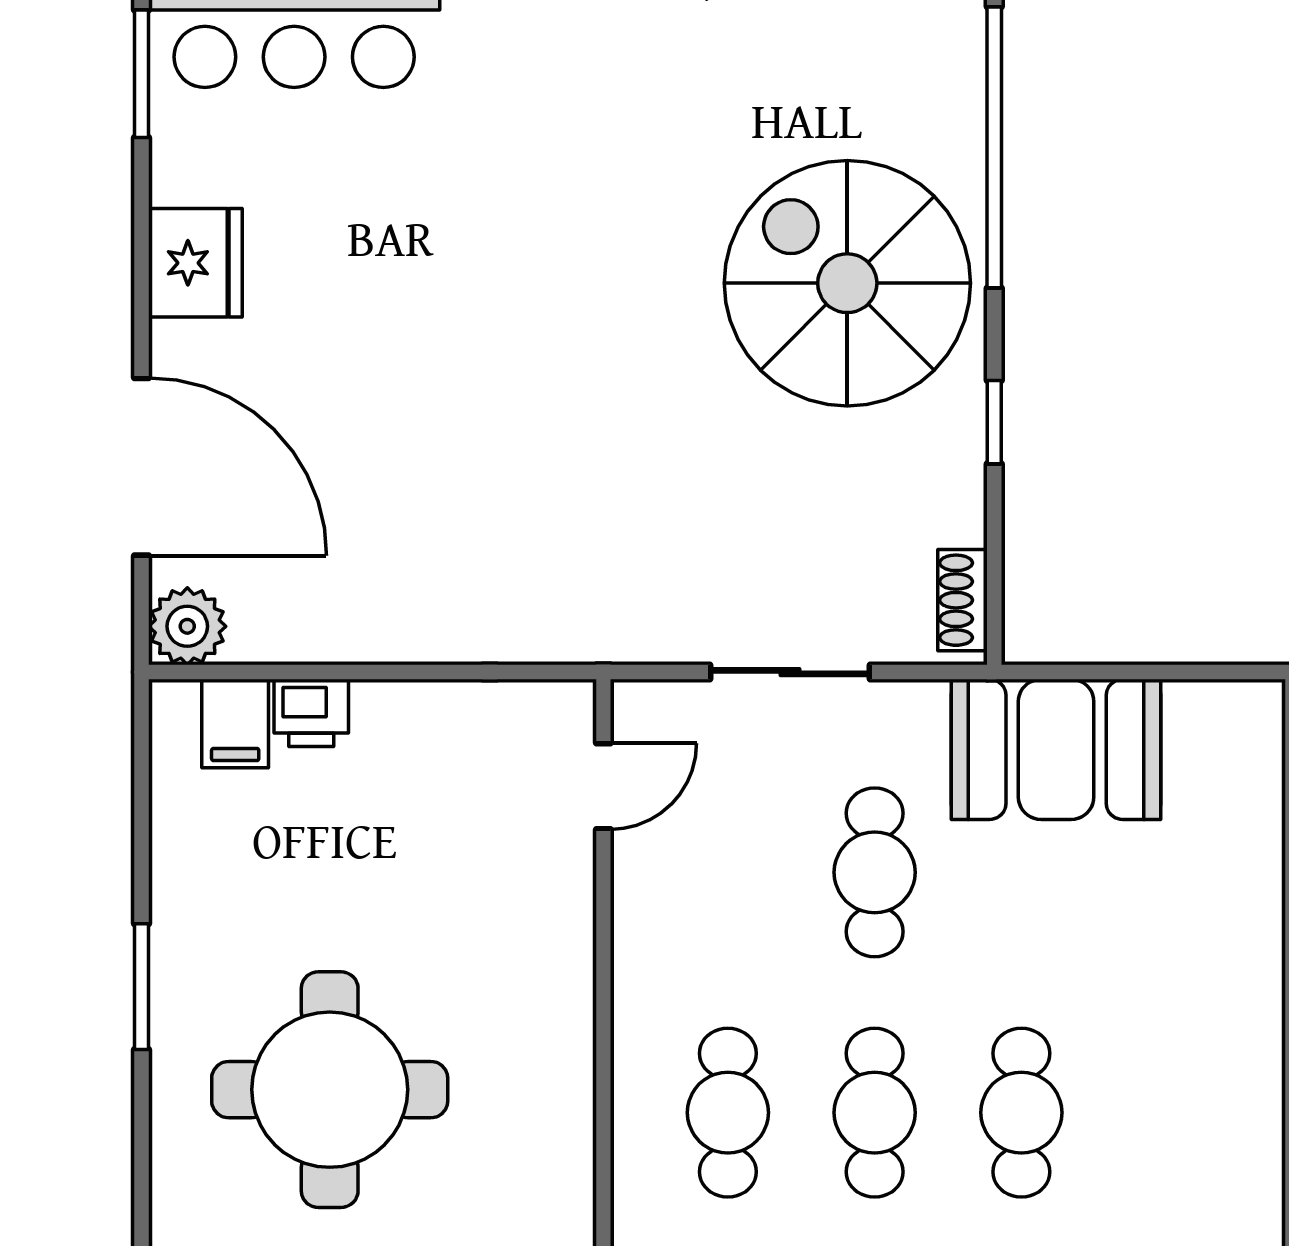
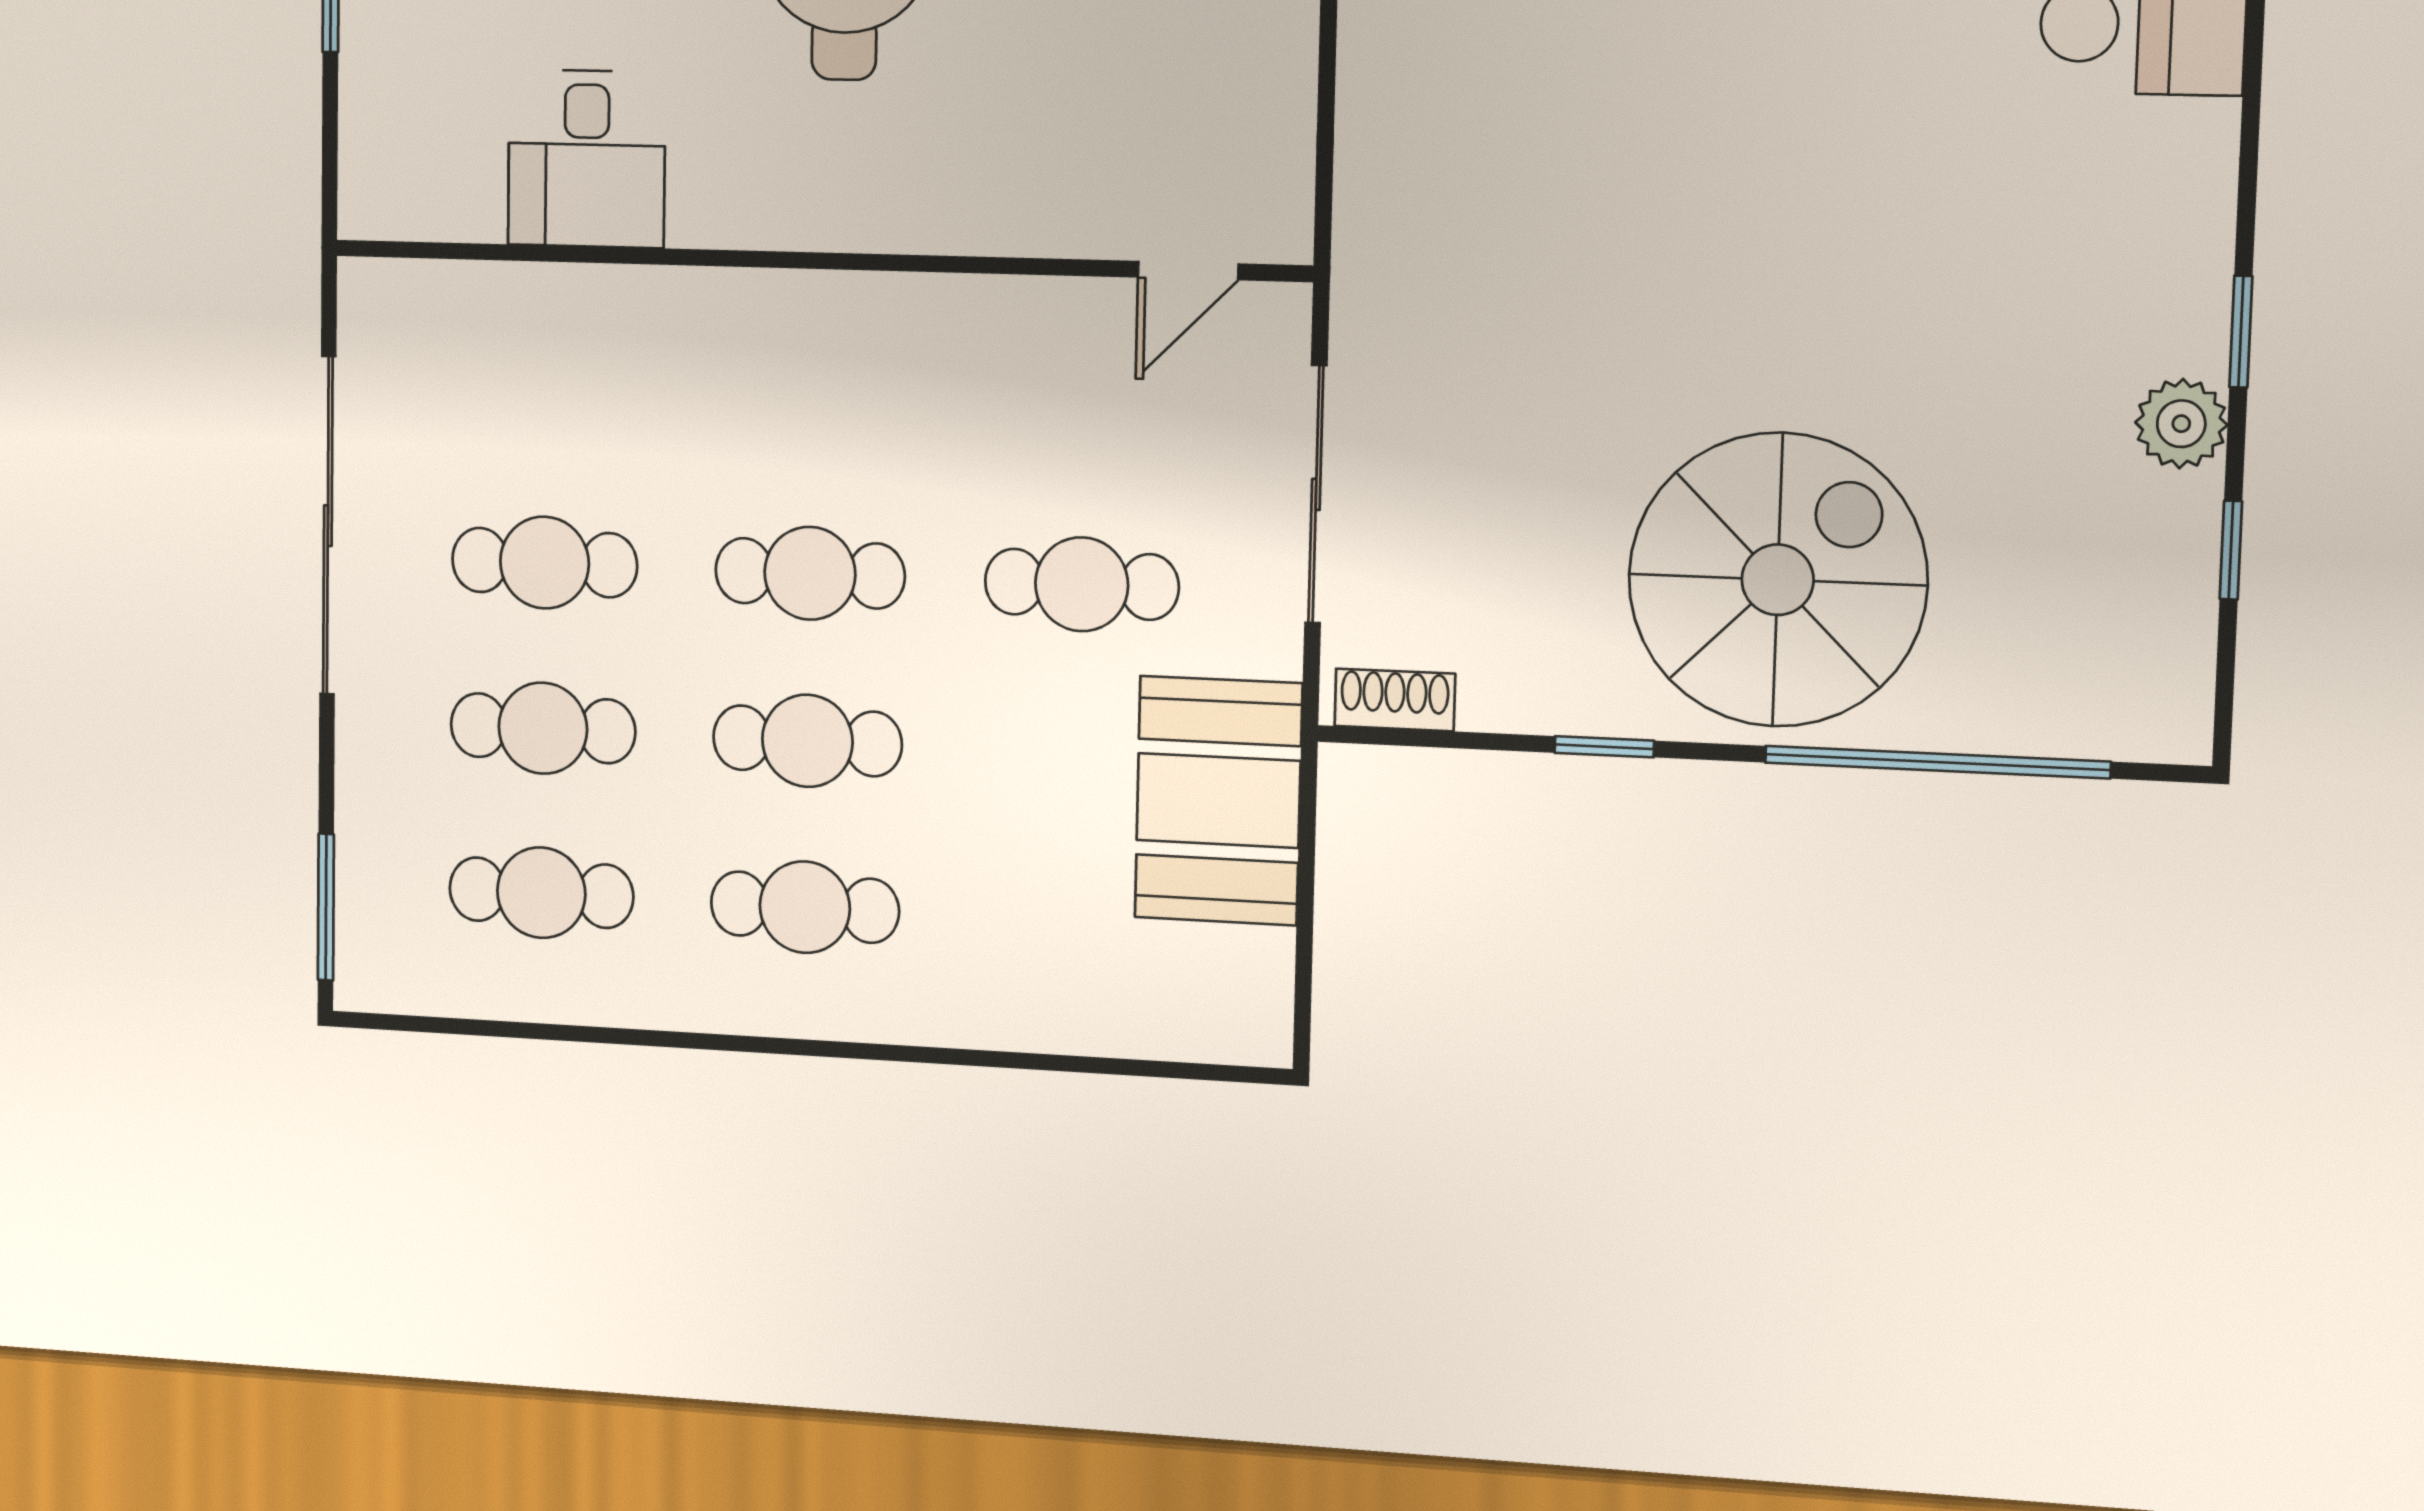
sliding door: (790, 672) -> (1316, 494), width x1.37
door: (603, 786) -> (1188, 271), hinge flipped
cafe table: (728, 1113) -> (805, 907), moved

